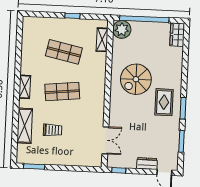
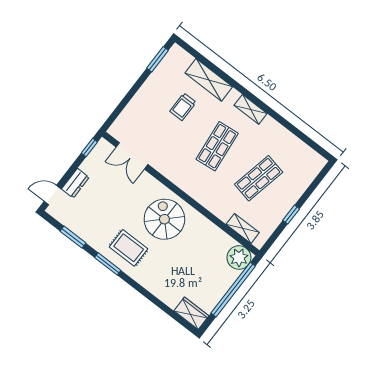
spiral stairs: (136, 79) -> (164, 219), moved

